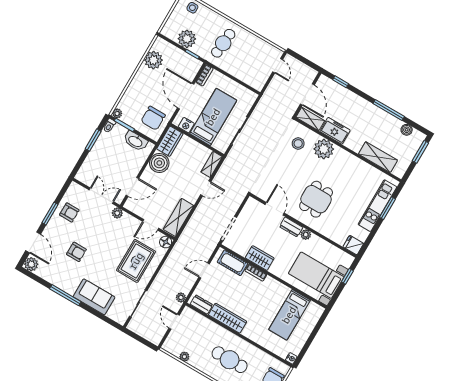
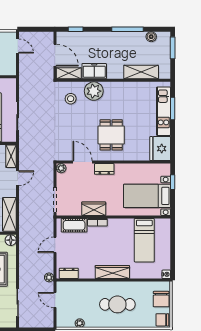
plant: (306, 235) -> (61, 168), moved
fridge: (353, 245) -> (160, 149), width x1.88, depth x1.34
wardrobe: (228, 318) -> (112, 272), moved

